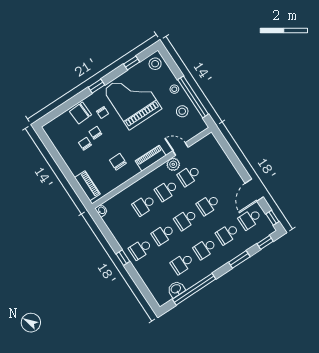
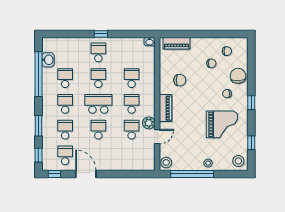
grand piano: (132, 99) -> (222, 124), width x0.73, depth x0.68
stool: (182, 111) -> (166, 162), moved
chair: (95, 133) -> (227, 51), moved
school desk: (186, 219) -> (98, 104), width x1.85

